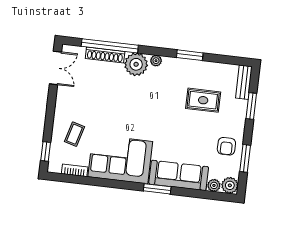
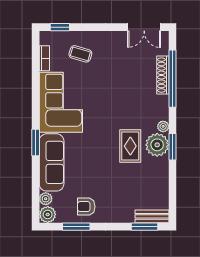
window: (190, 55) -> (172, 147), moved
plant: (136, 64) -> (157, 145), moved
rug: (203, 100) -> (130, 146), moved
window: (251, 106) -> (144, 227), moved

